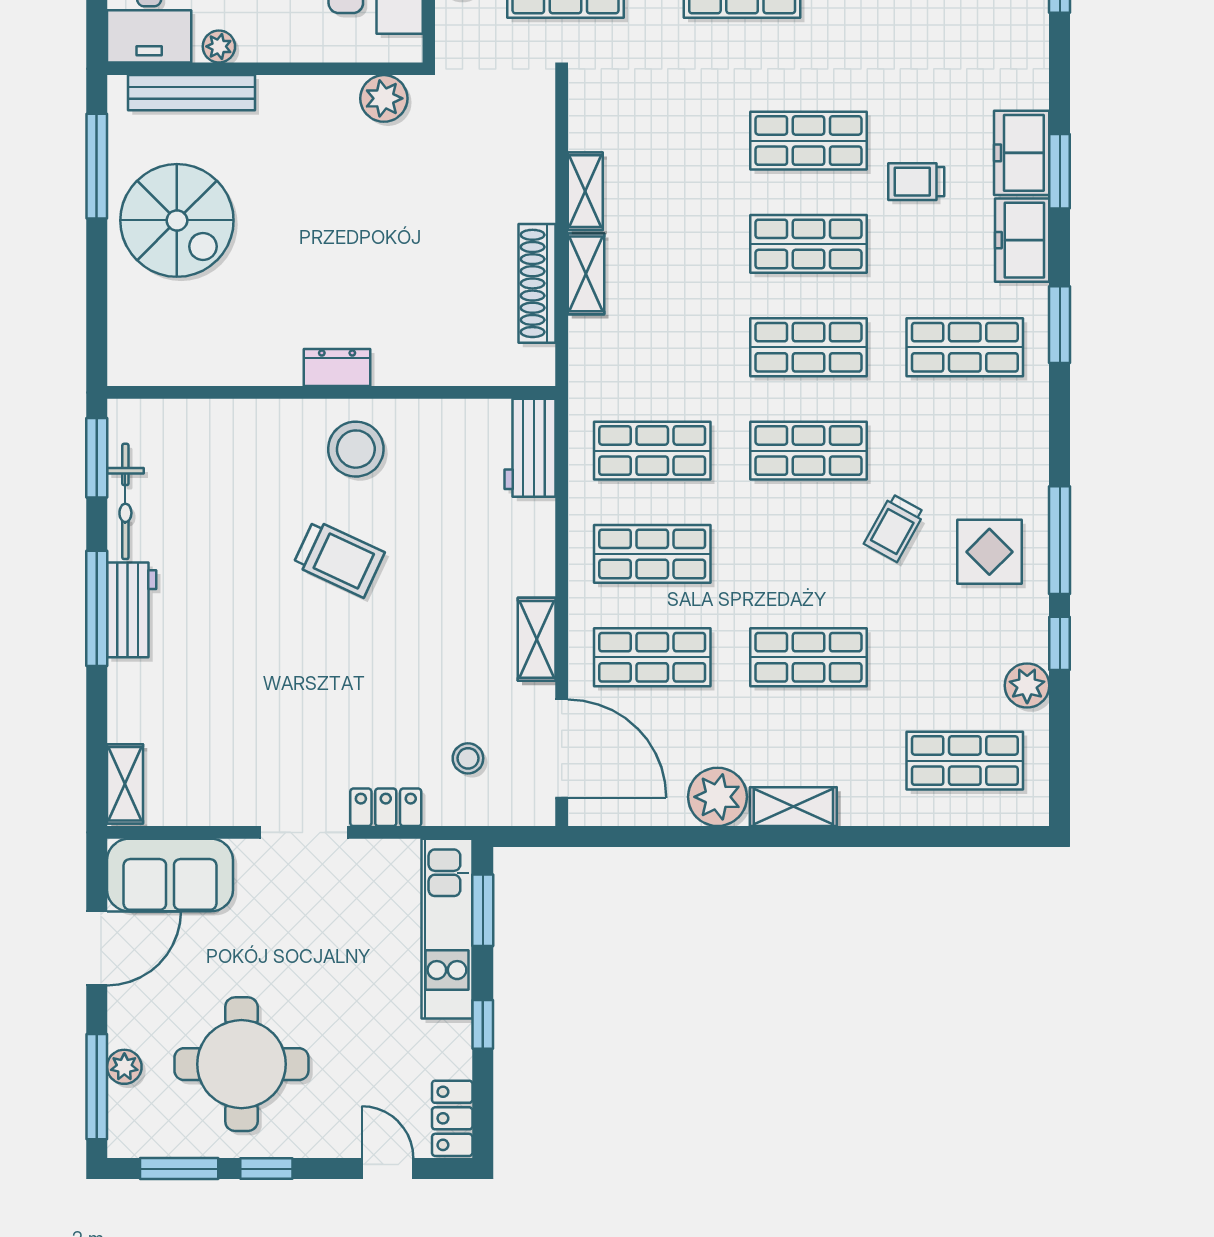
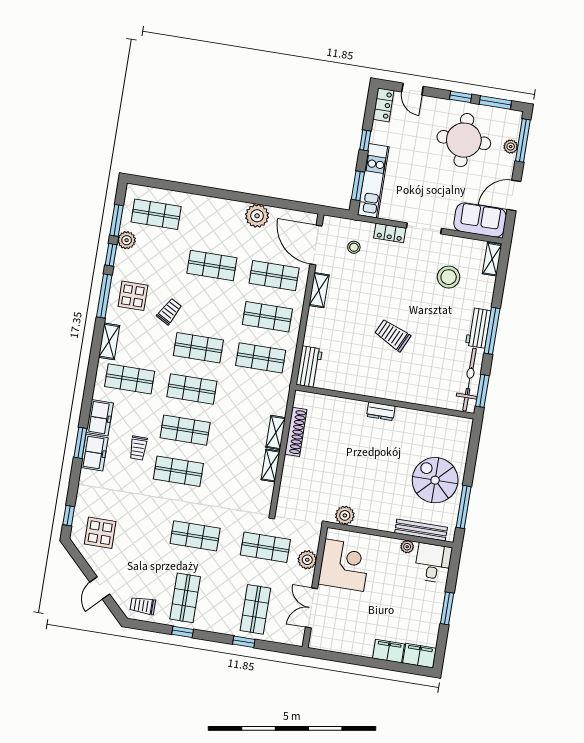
trolley: (916, 182) -> (138, 448), turned 90
window: (1060, 325) -> (116, 220), moved
stool: (356, 449) -> (449, 277), moved
bicycle: (125, 501) -> (469, 380), width x1.37, depth x1.40
shelving: (793, 807) -> (109, 341), moved, turned 90

